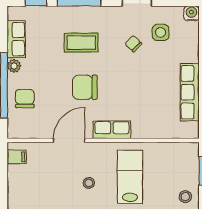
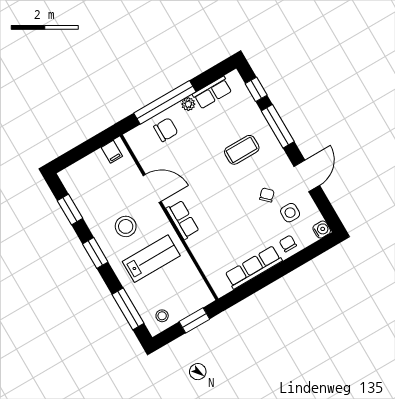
coffee table: (81, 43) -> (242, 150), turned 90
chair: (85, 87) -> (288, 244), moved, width x0.54, depth x0.54
stool: (89, 183) -> (126, 226), width x1.89, depth x1.89

